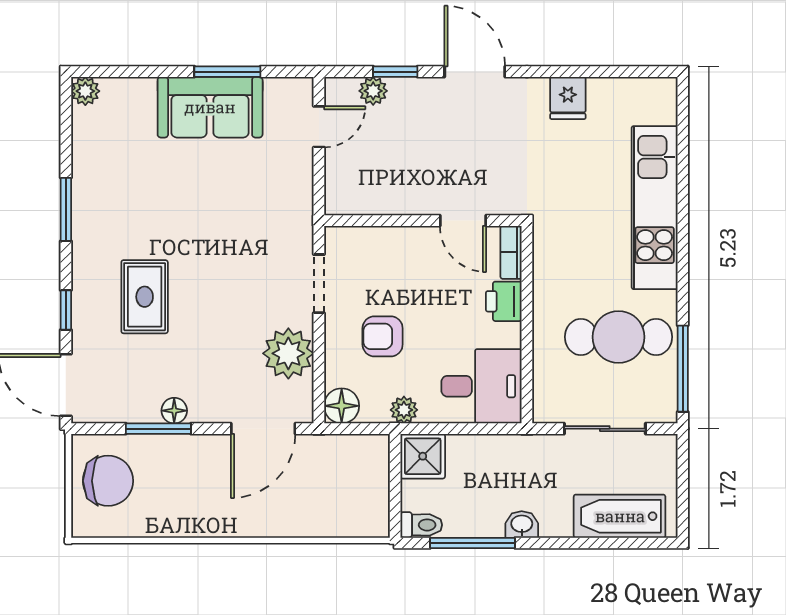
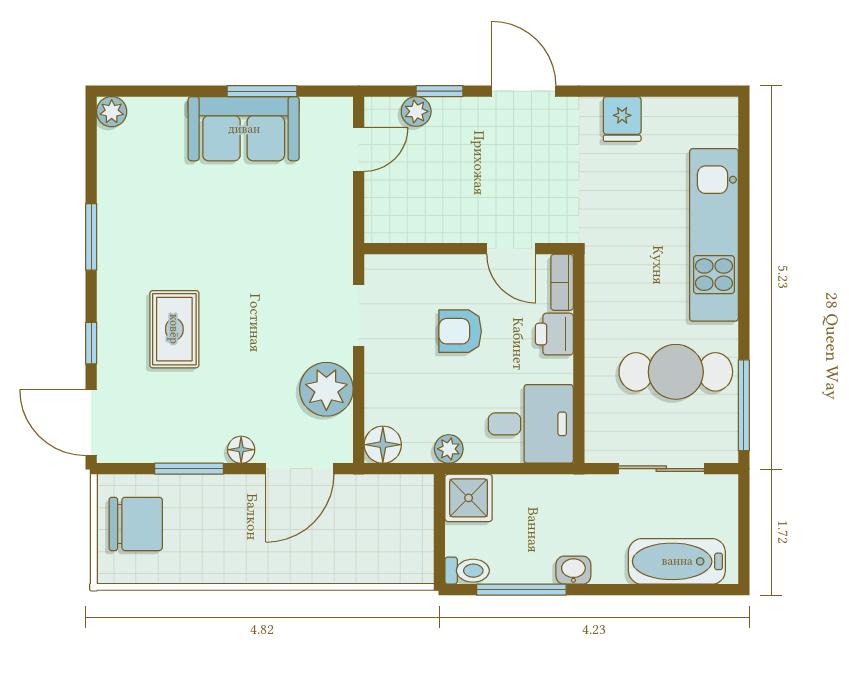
armchair: (383, 336) -> (460, 331), moved
floor lamp: (174, 411) -> (241, 450), moved

